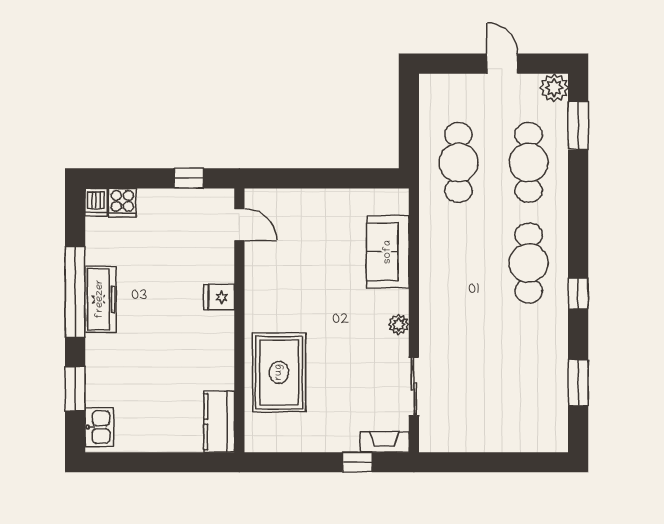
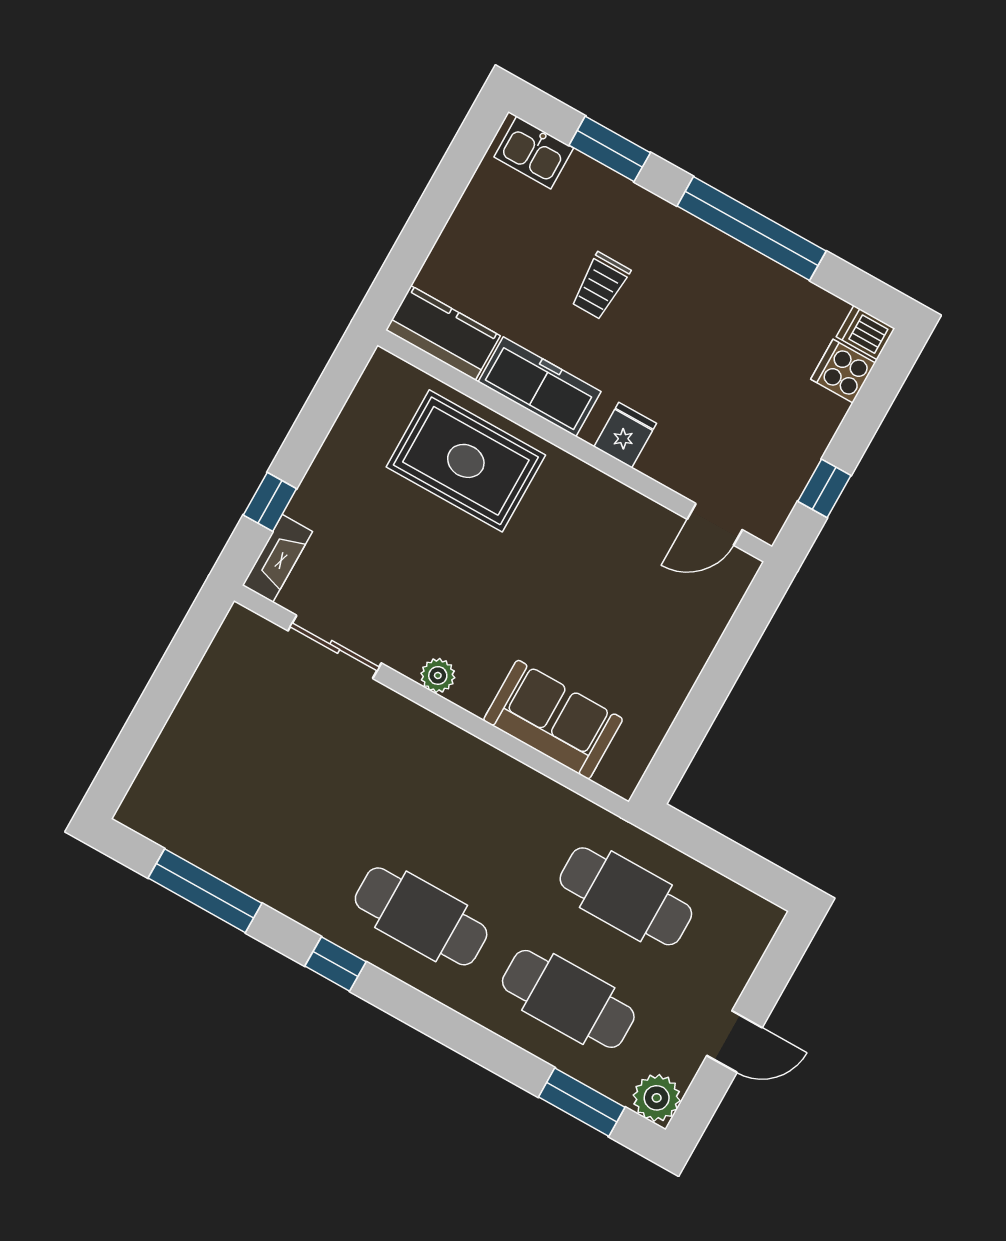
freezer: (100, 299) -> (540, 387), moved, turned 180
trolley: (149, 354) -> (600, 286), added
window: (578, 383) -> (205, 891), width x1.44

